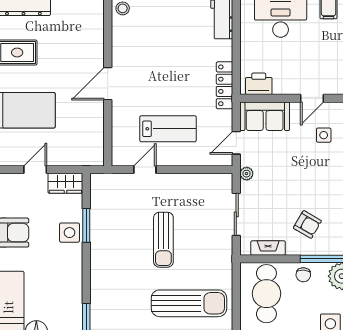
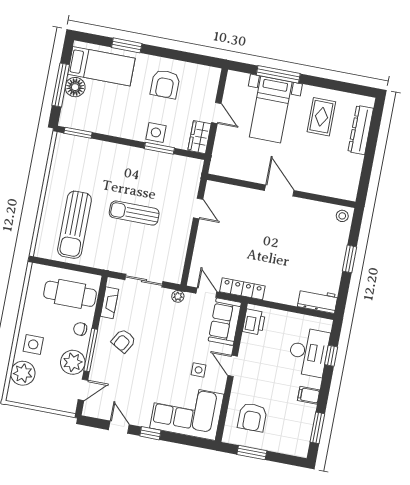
locker: (225, 85) -> (242, 289), moved
lab bench: (168, 129) -> (230, 235), removed

